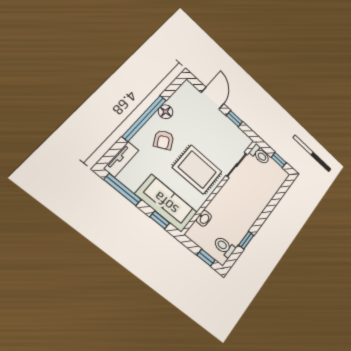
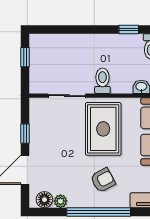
plant: (174, 101) -> (60, 201), added
floor lamp: (166, 112) -> (44, 200), moved
toilet: (260, 155) -> (102, 81), moved

